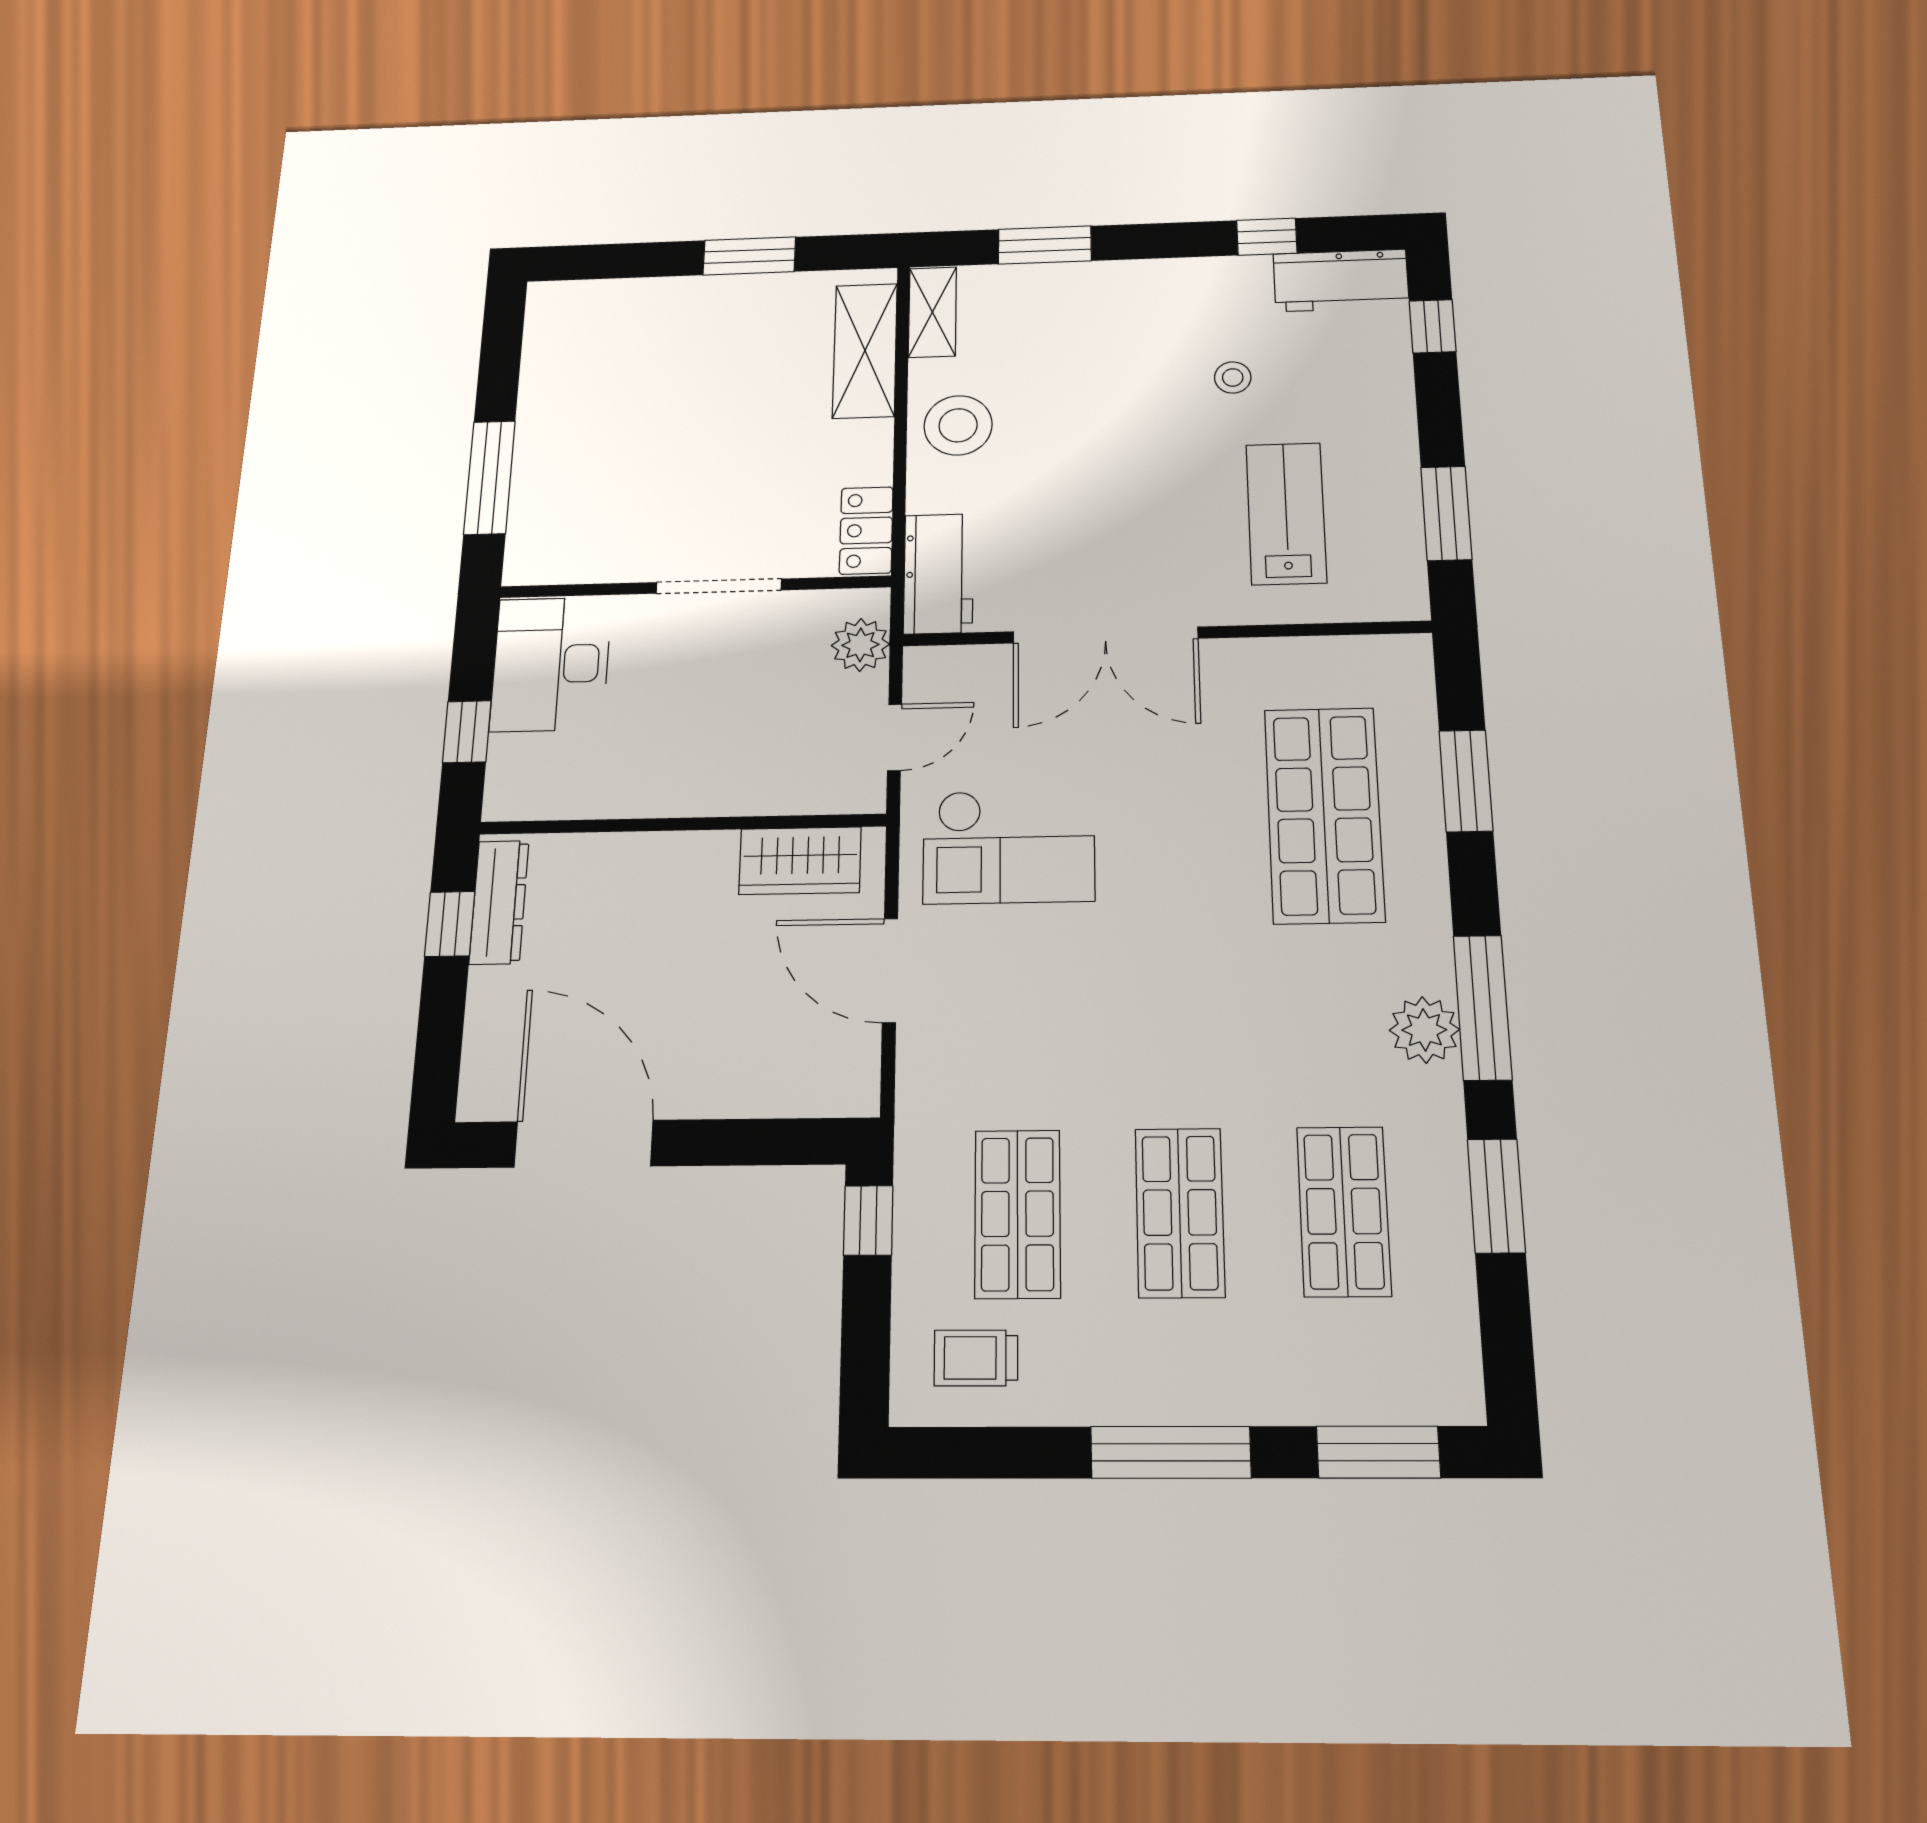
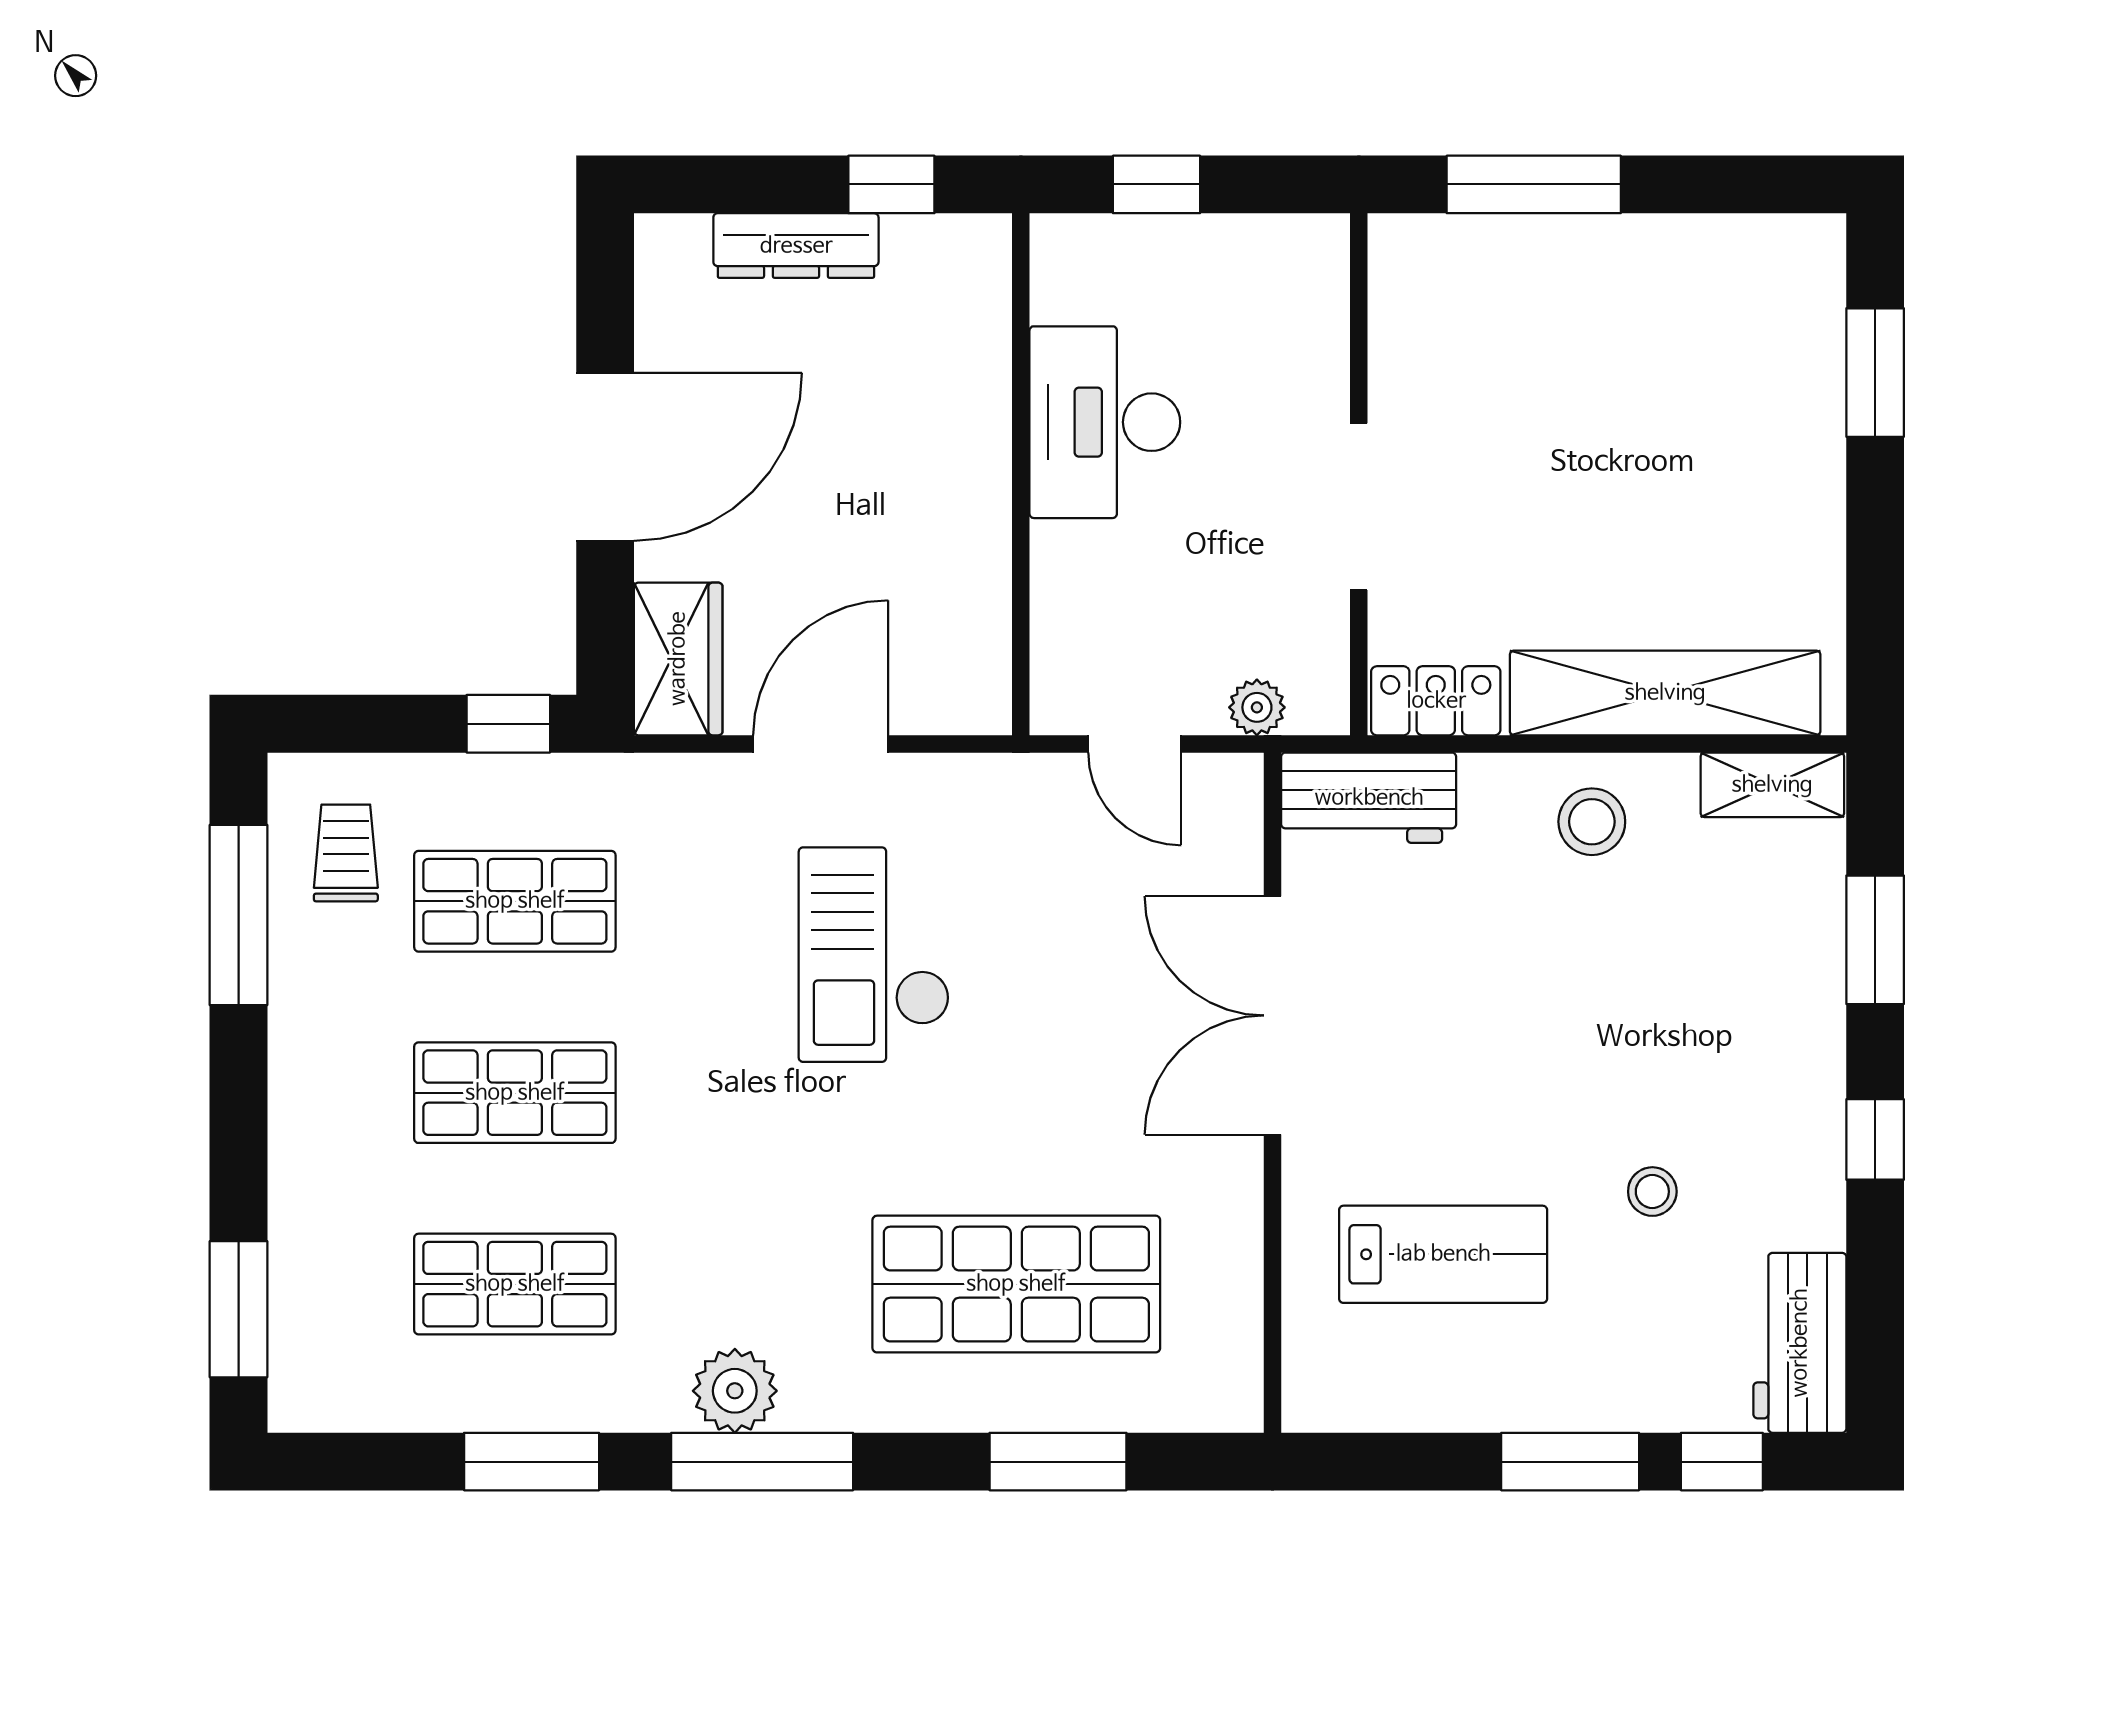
window: (1267, 237) -> (1875, 1139), moved
window: (749, 256) -> (1875, 373), moved
shelving: (865, 350) -> (1665, 693), width x1.47
stool: (958, 425) -> (1592, 822), width x0.73, depth x0.73
window: (1446, 513) -> (1570, 1462), moved
plant: (860, 645) -> (1257, 707), width x0.73, depth x0.73
desk: (551, 664) -> (1105, 422), moved, turned -90
checkout: (1009, 846) -> (874, 955), moved
wardrobe: (800, 861) -> (678, 659), moved, turned 180
dresser: (499, 902) -> (796, 246), moved
door: (584, 1144) -> (605, 457), moved
window: (1171, 1452) -> (239, 915), moved

